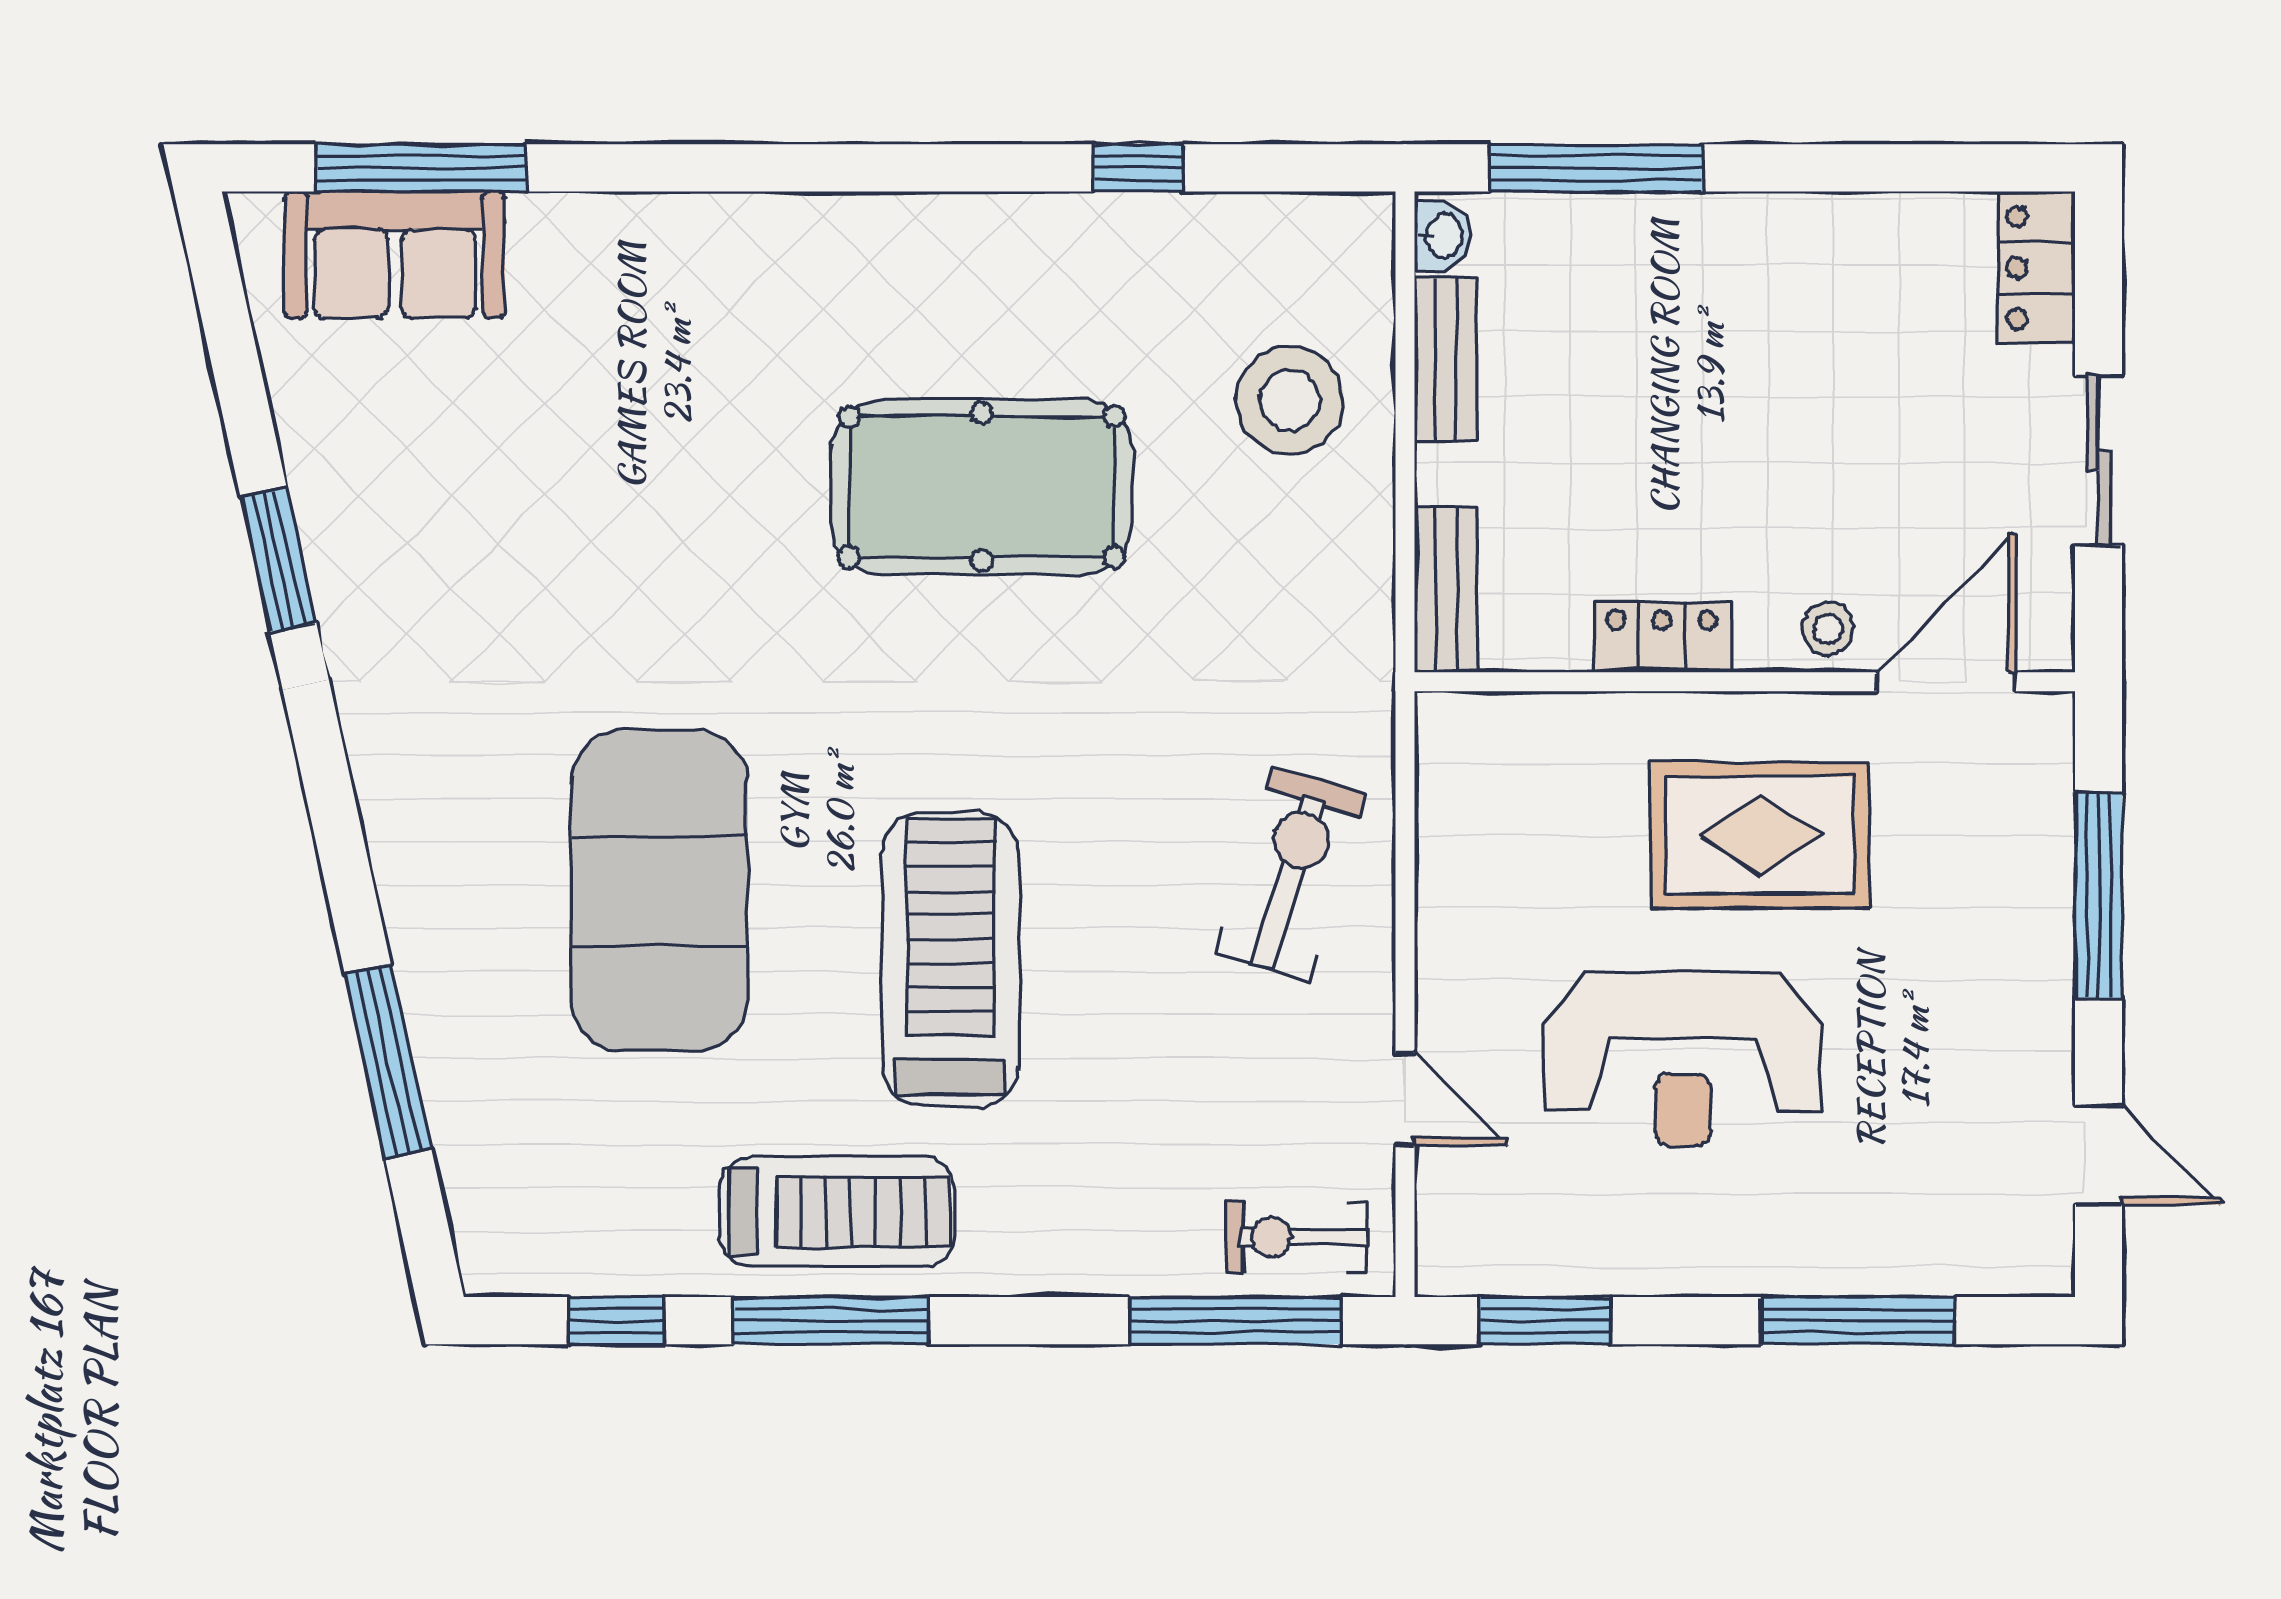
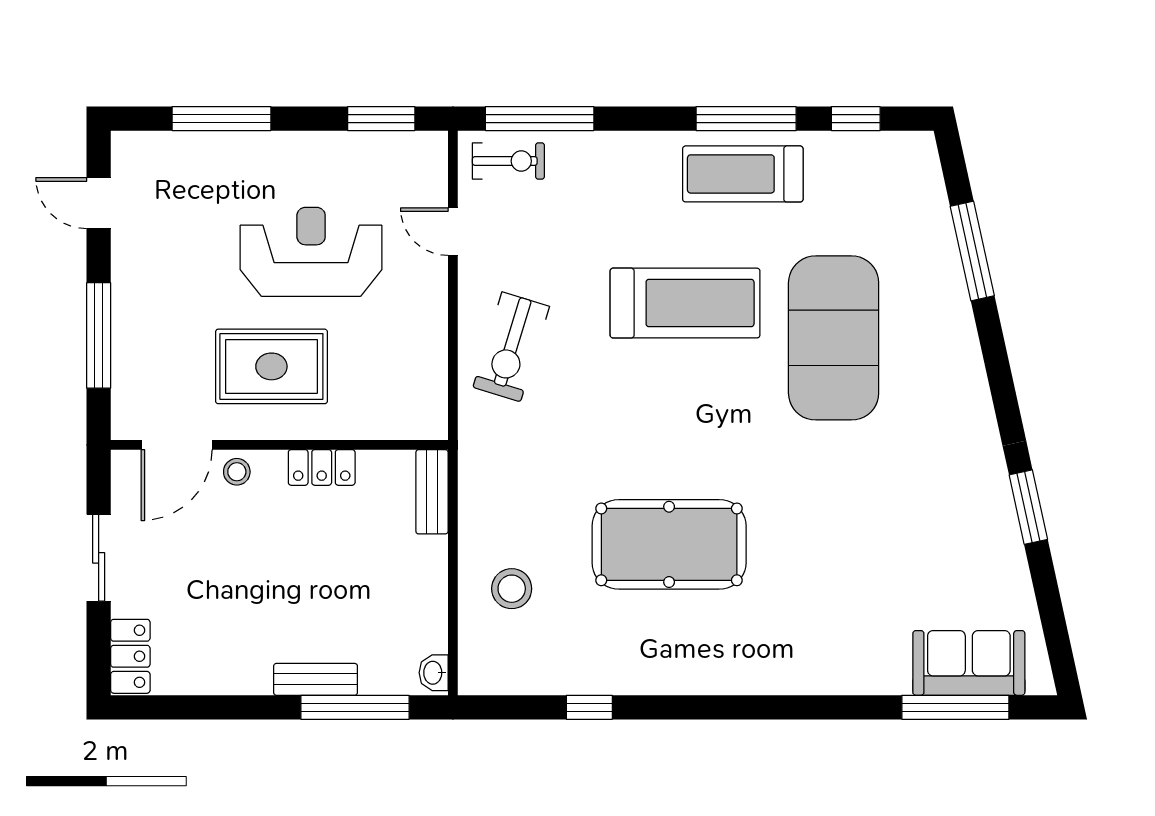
bench: (1446, 359) -> (316, 679), moved, turned 90
stool: (1290, 400) -> (512, 589), width x0.73, depth x0.73
treadmill: (950, 959) -> (685, 303), turned -90

